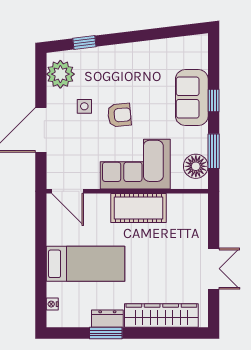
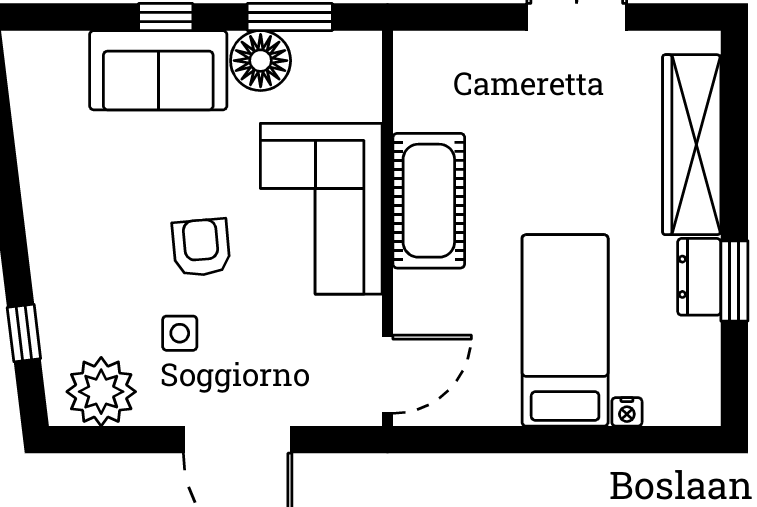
floor lamp: (196, 166) -> (261, 61), moved
nightstand: (52, 304) -> (627, 412), moved

